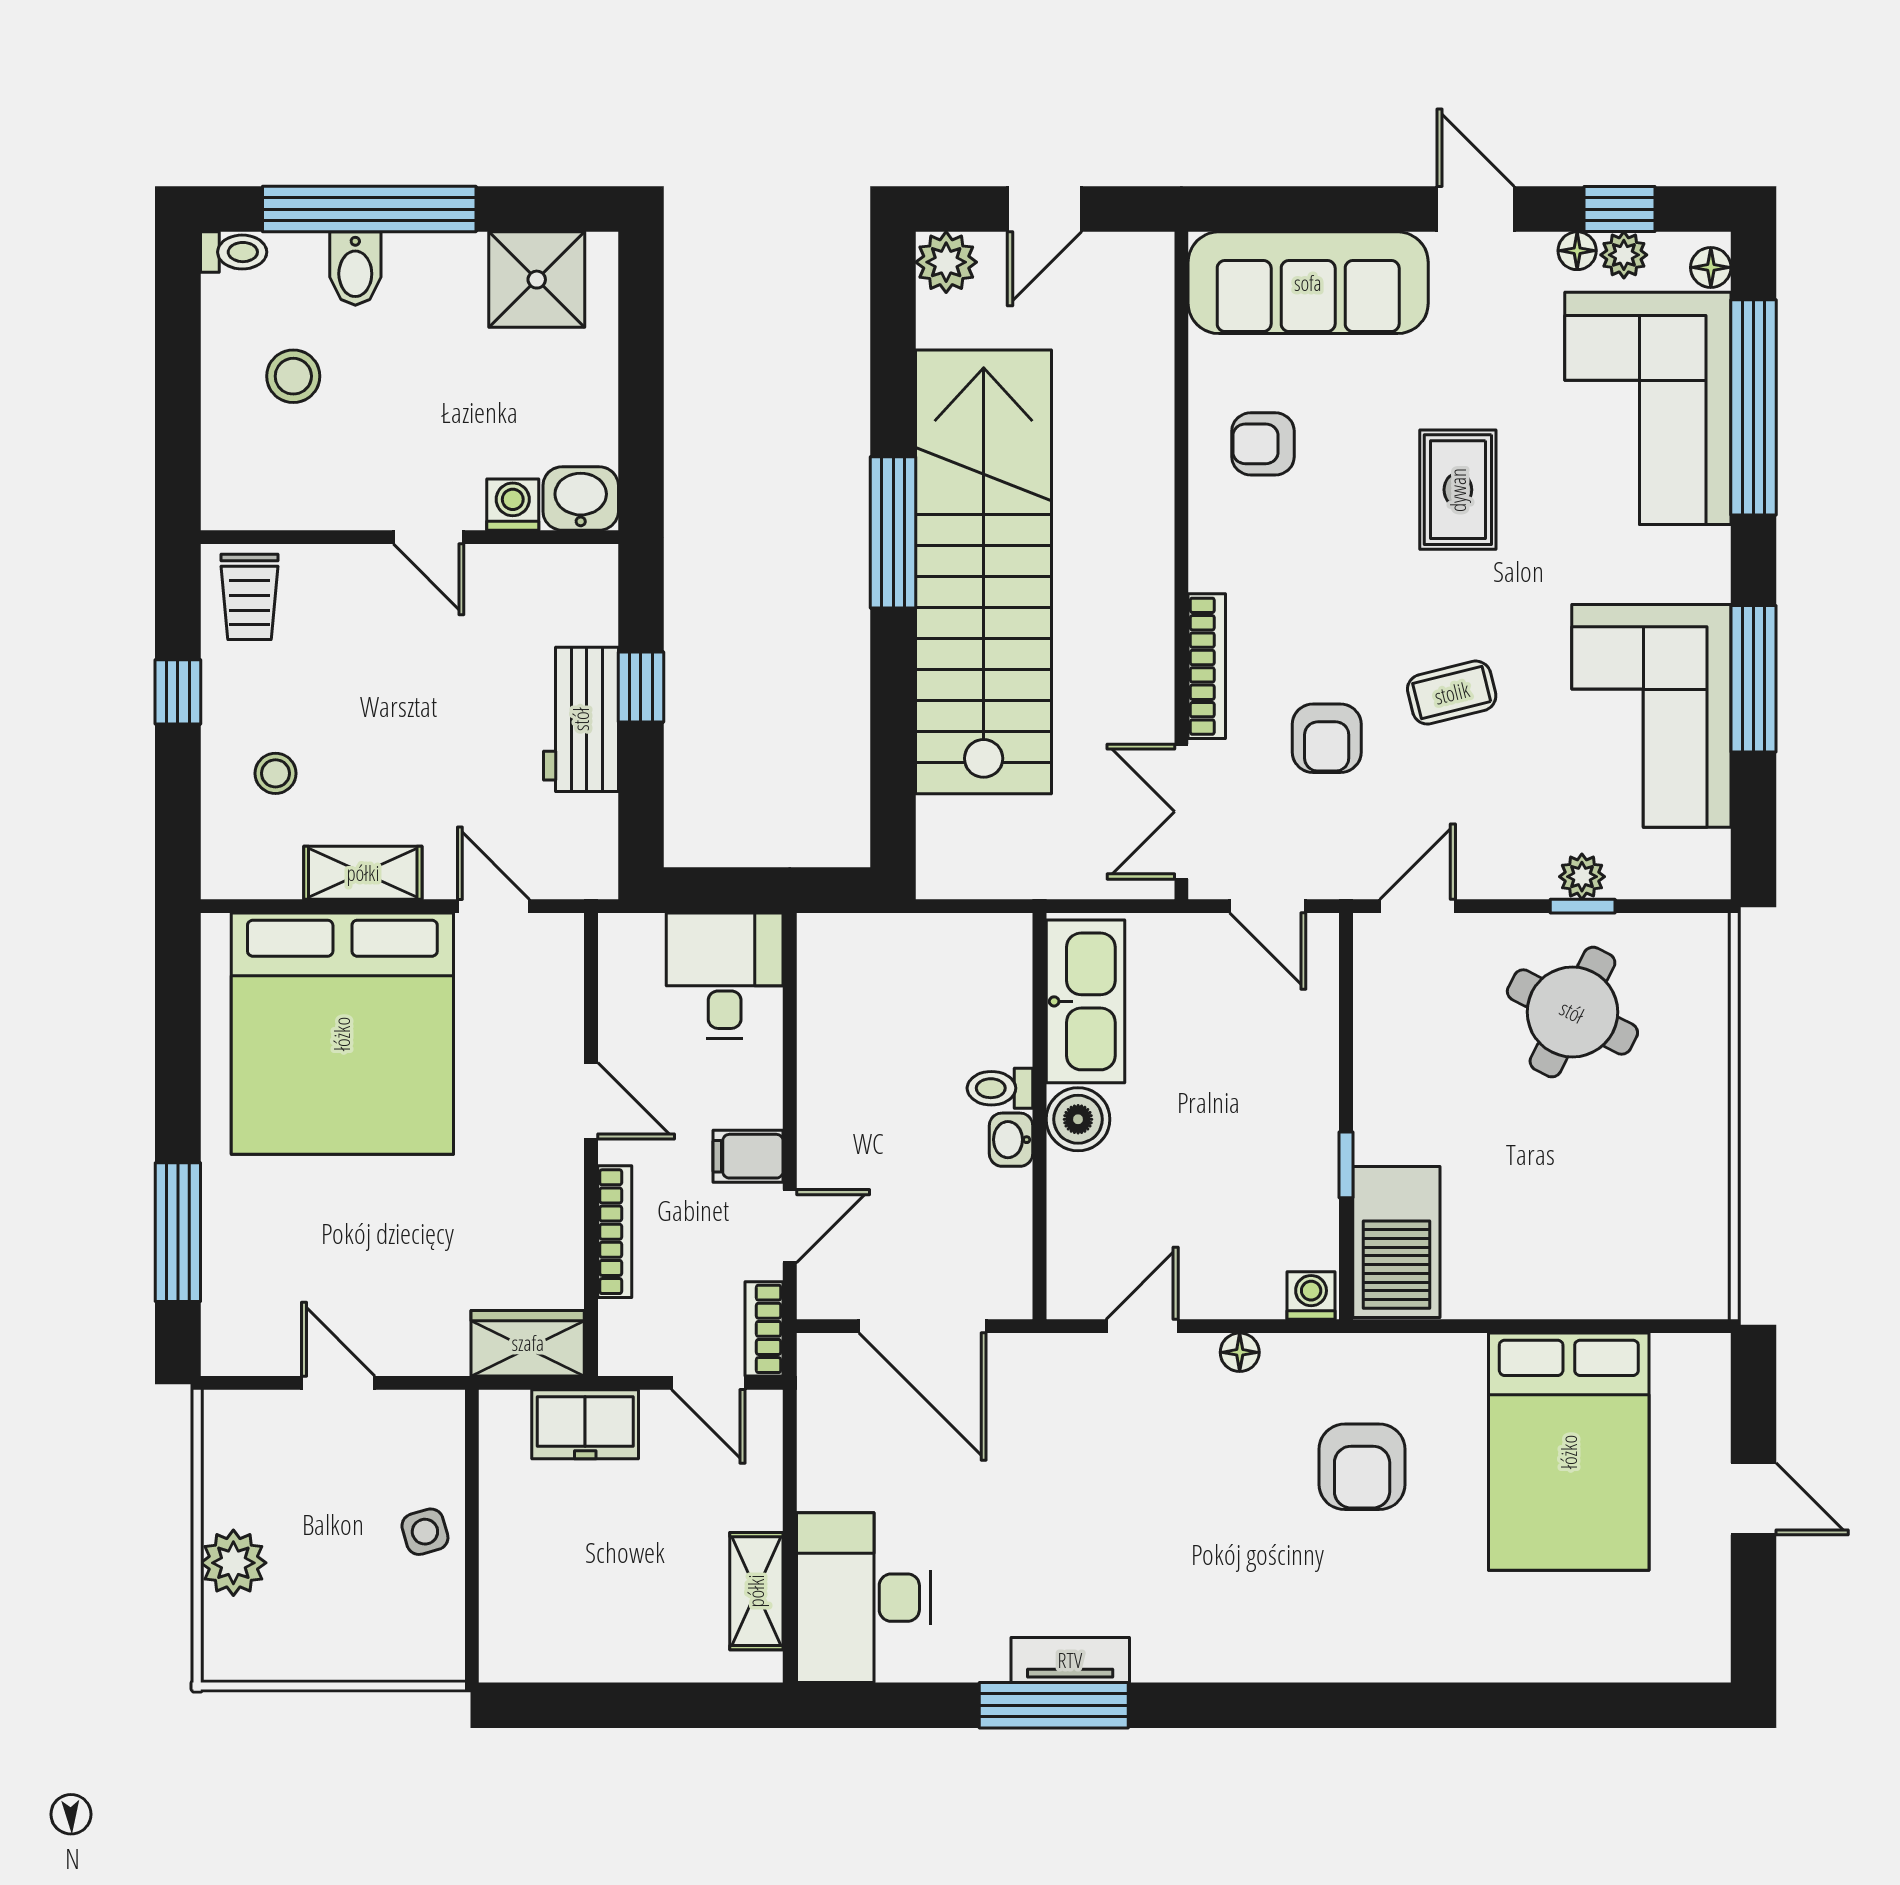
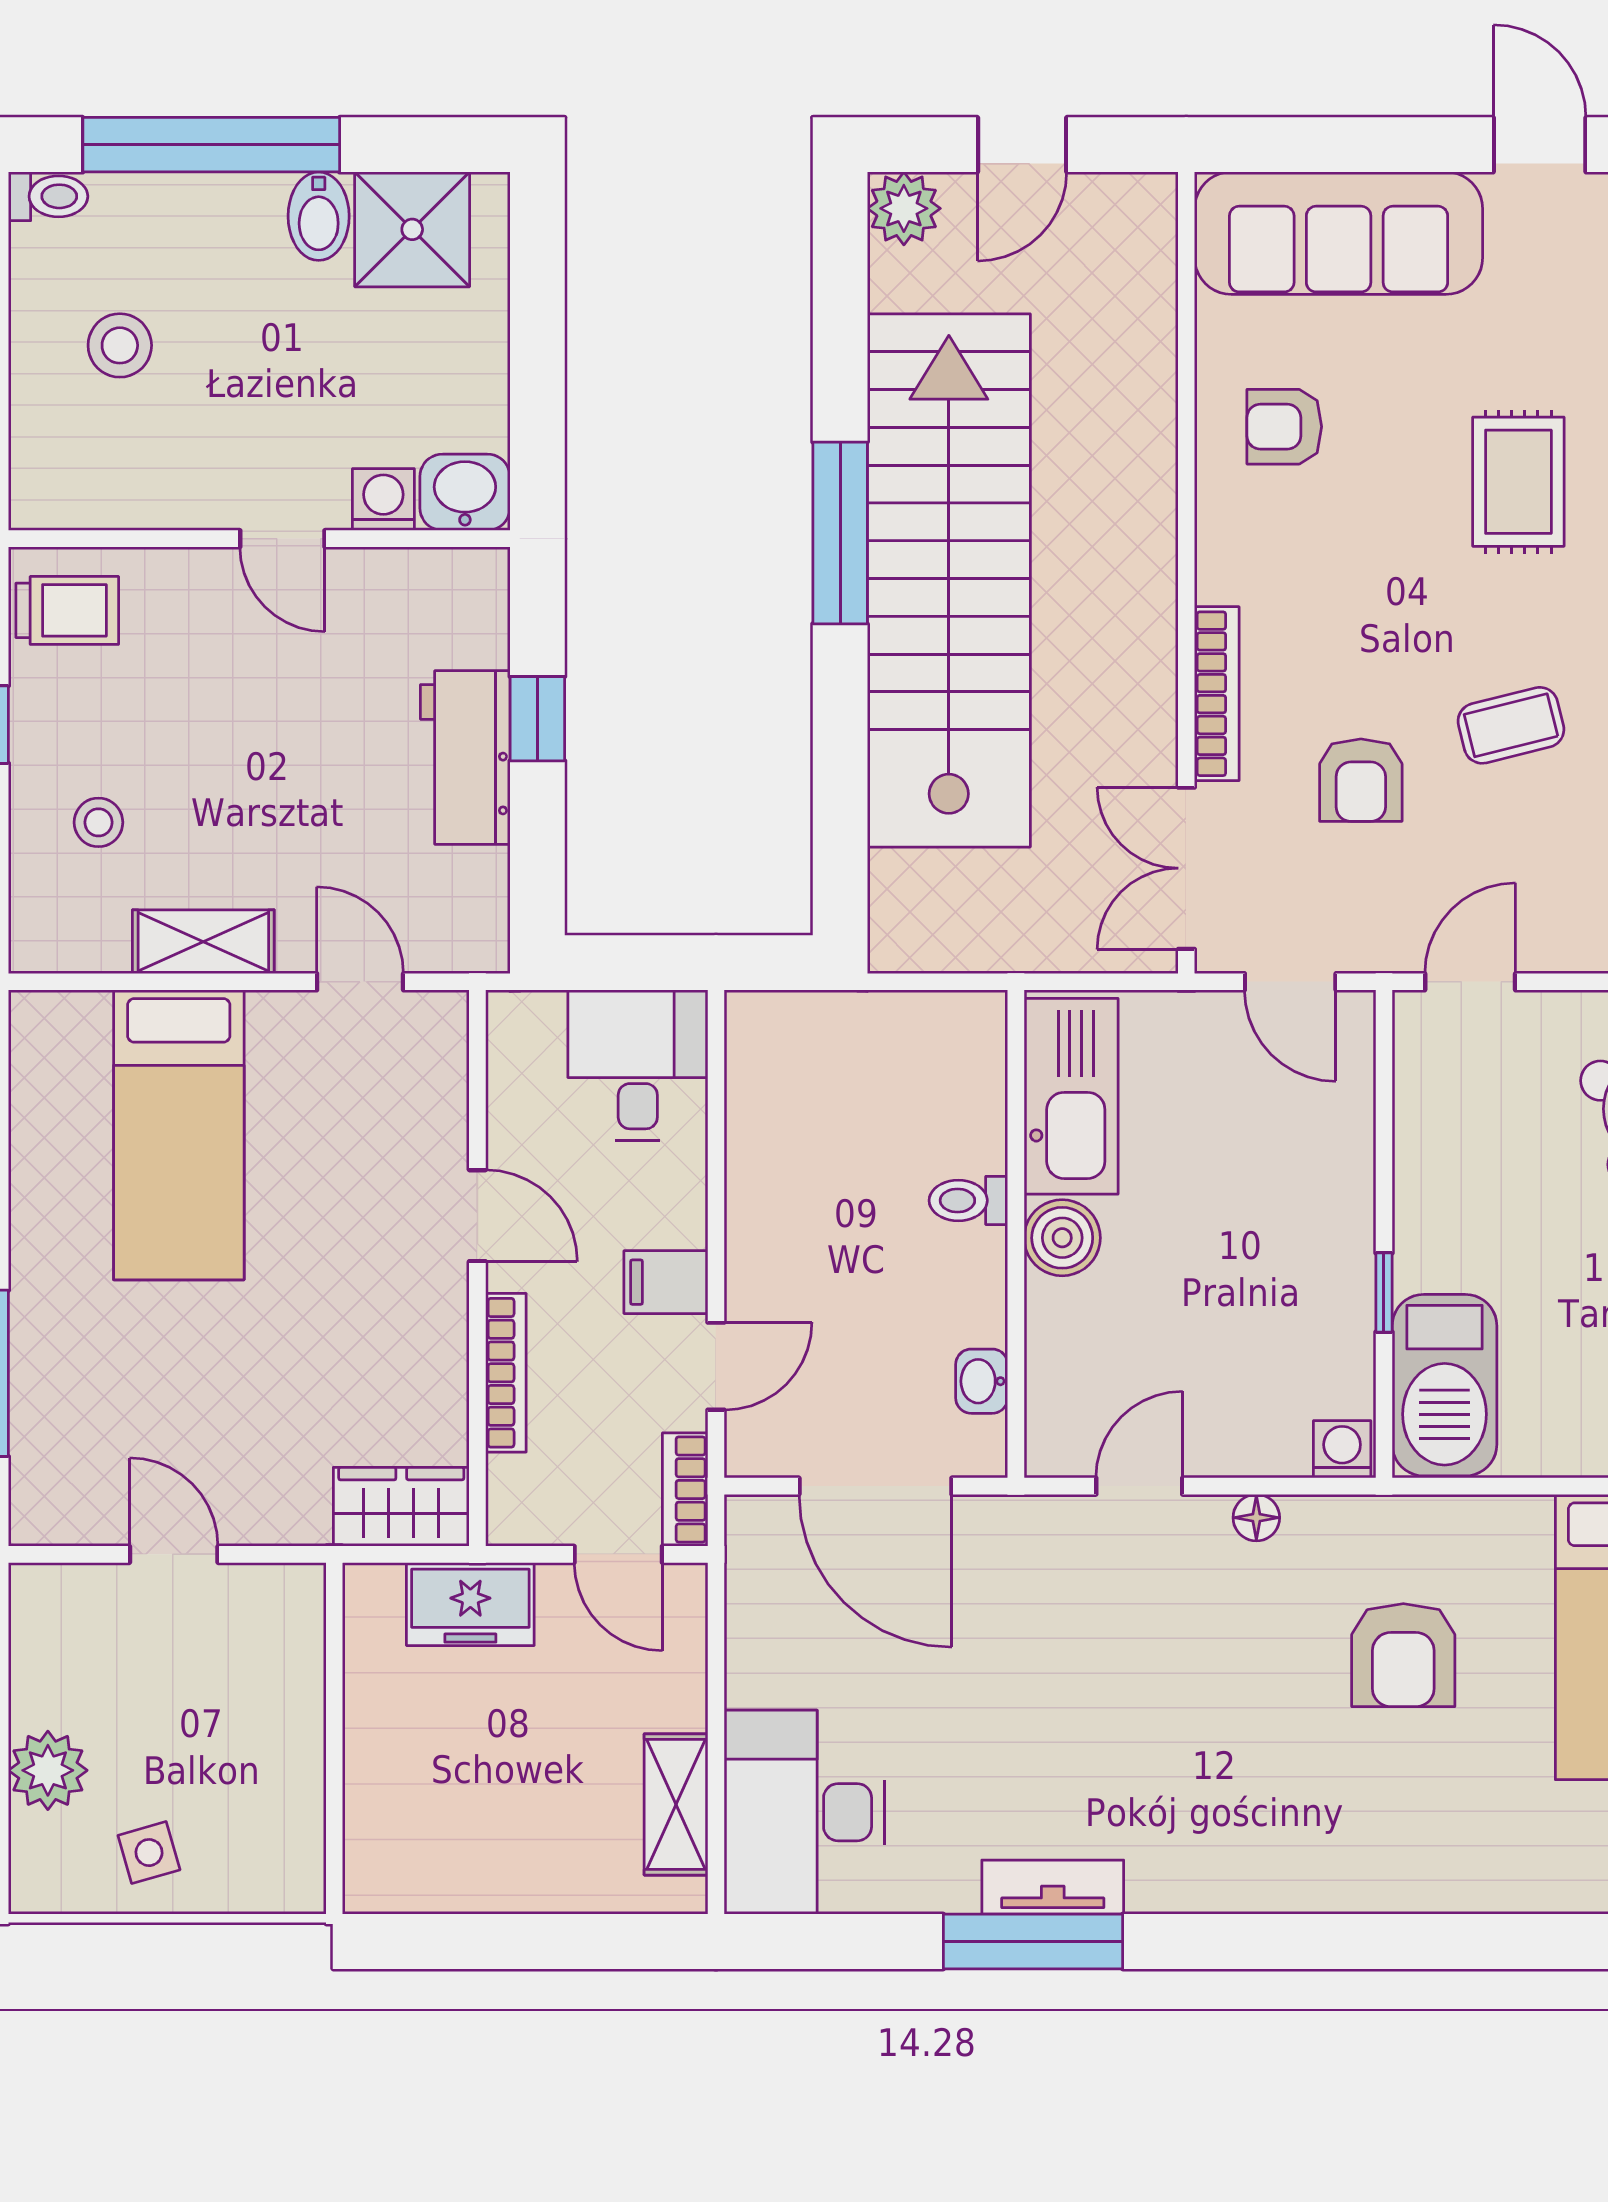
bidet: (355, 269) -> (319, 216), moved
trolley: (249, 597) -> (67, 610), turned -90
bed: (342, 1034) -> (179, 1135), width x0.49
washbasin: (1011, 1140) -> (982, 1381), moved
side table: (425, 1532) -> (149, 1853), moved

